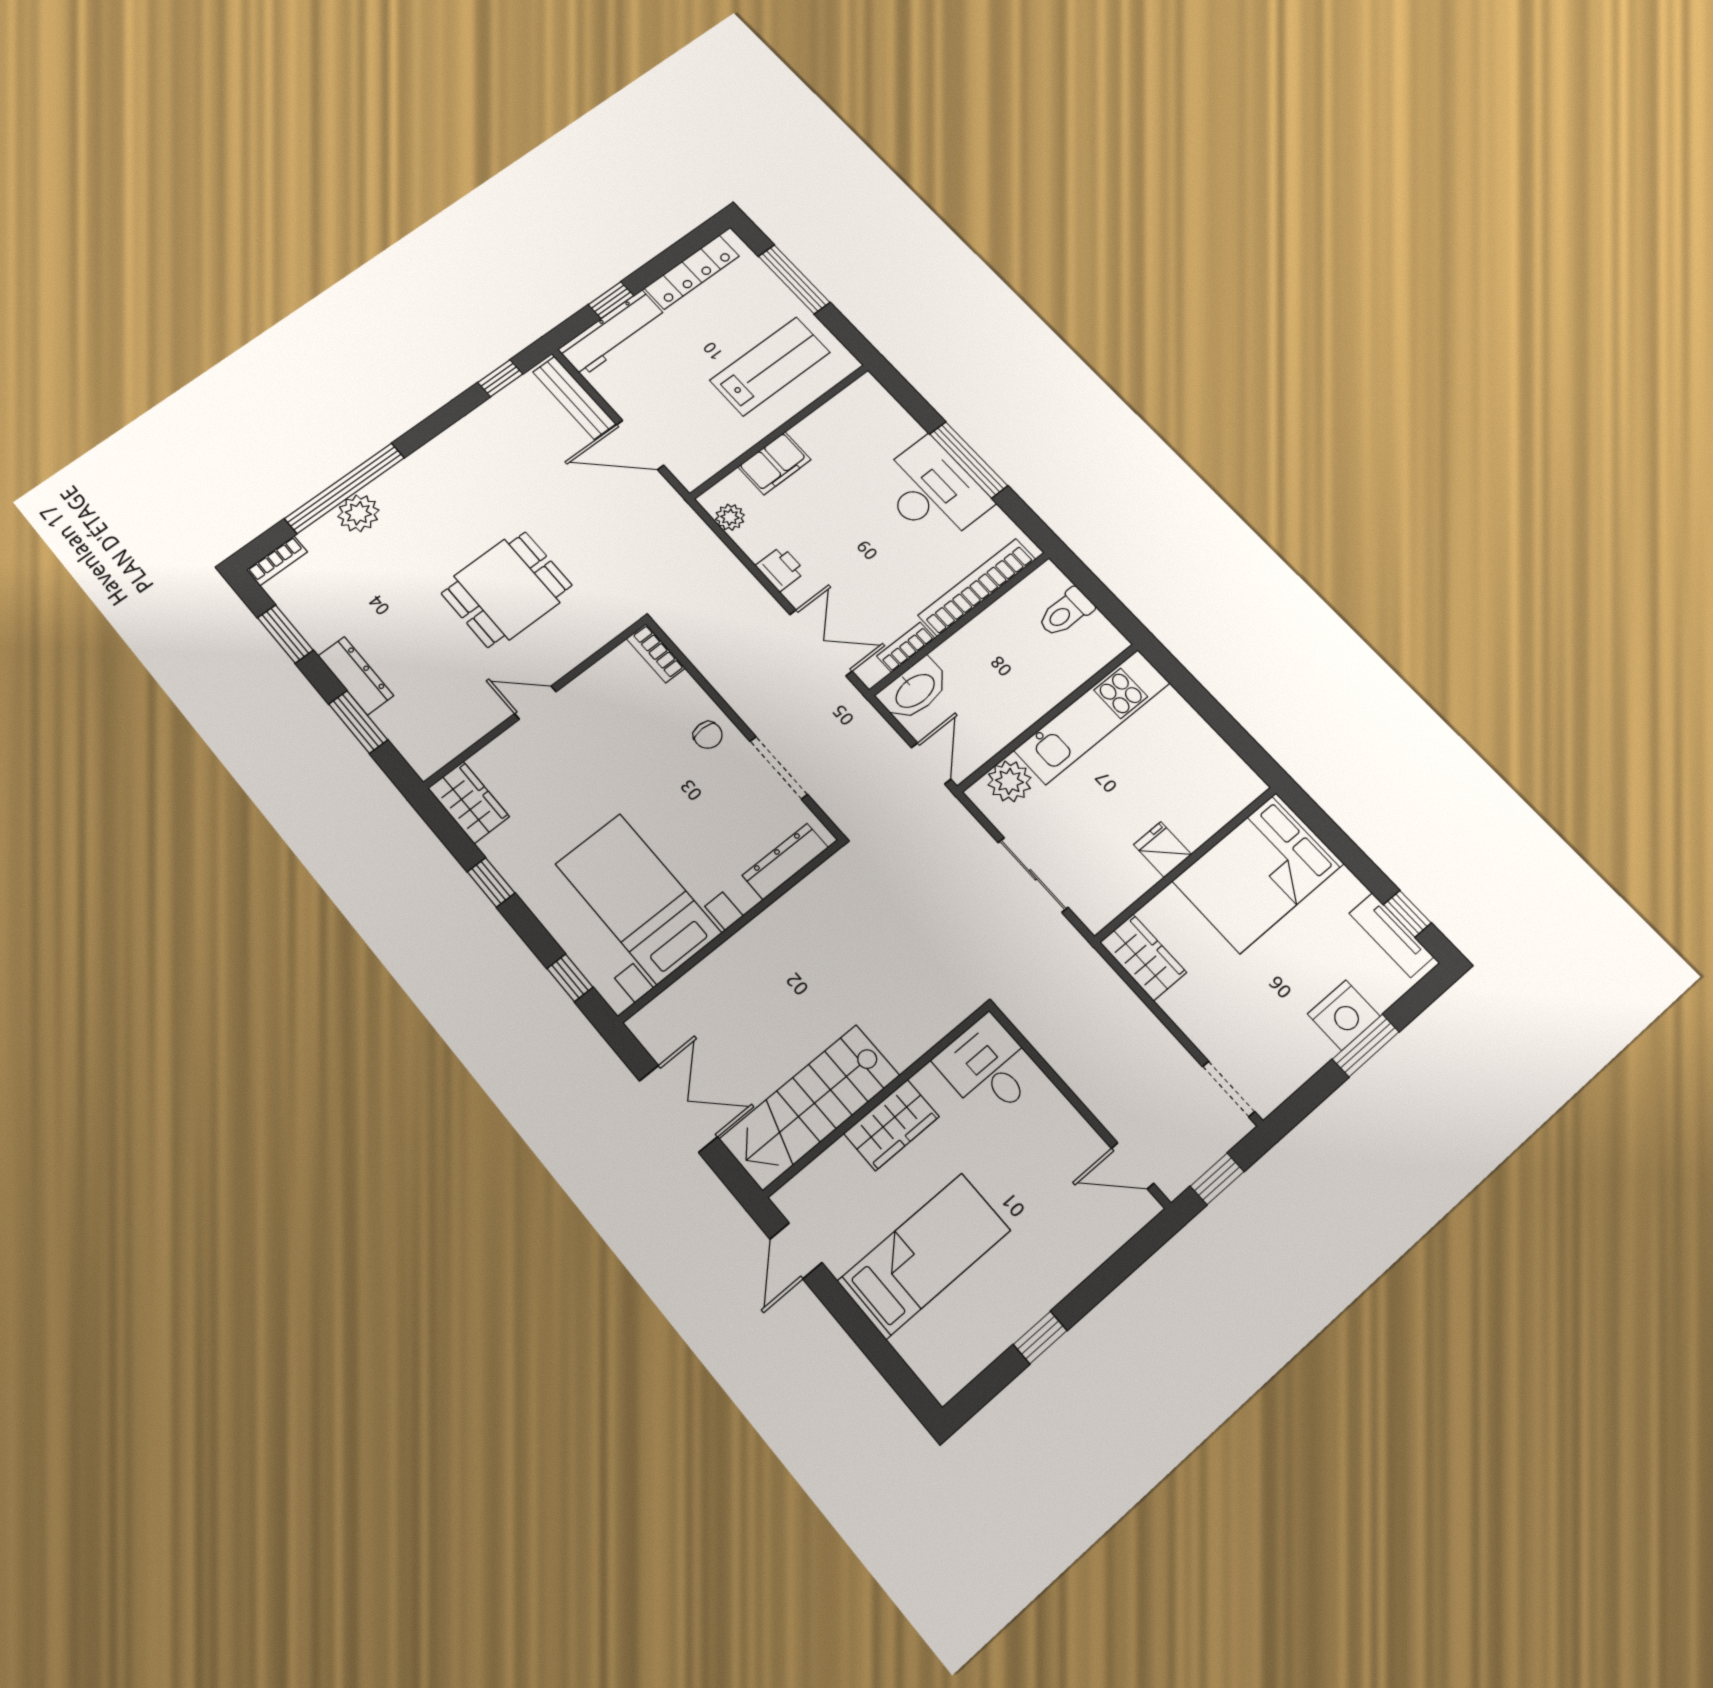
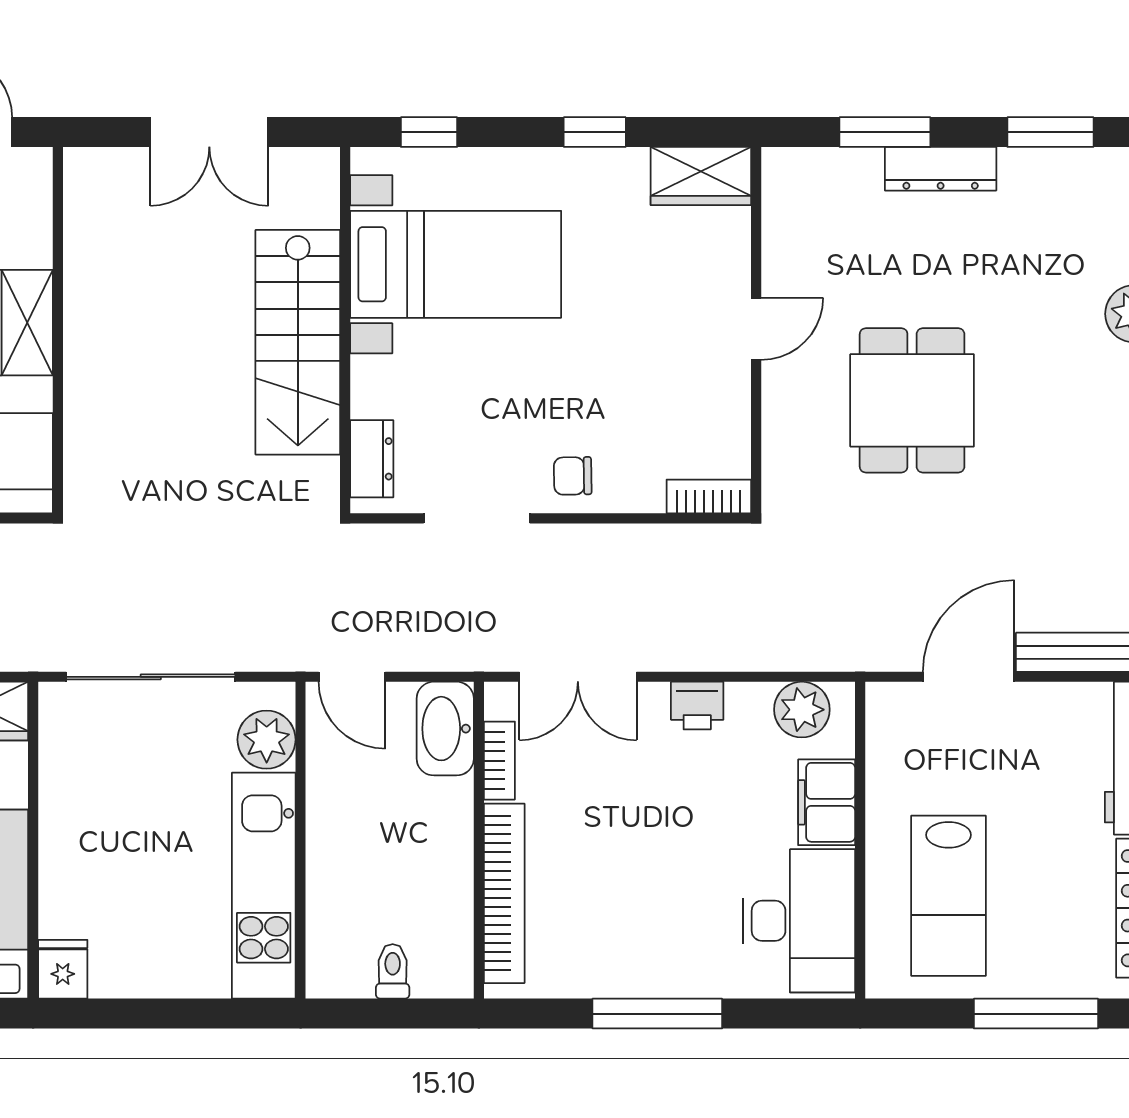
desk: (932, 491) -> (799, 921), moved, turned -90
plant: (730, 517) -> (802, 710), width x1.38, depth x1.38
toilet: (1066, 612) -> (393, 971), width x0.73, depth x0.72
fridge: (1162, 850) -> (63, 969), moved, turned -90
dresser: (785, 861) -> (372, 459), width x0.70
sliding door: (1033, 875) -> (151, 677), width x1.37
stairs: (810, 1107) -> (298, 342), moved, turned 180

